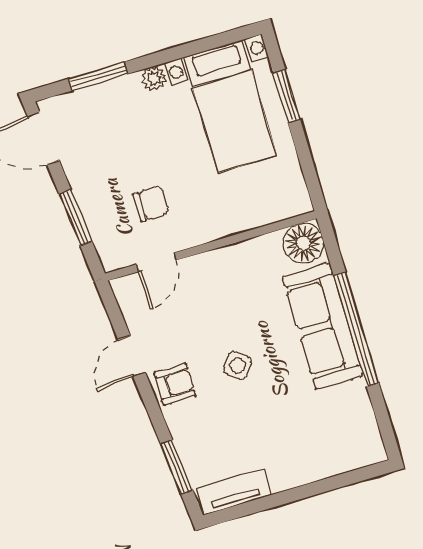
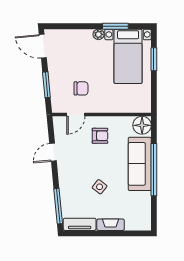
window: (98, 76) -> (115, 26), moved
side table: (238, 365) -> (100, 187), moved
armchair: (175, 384) -> (100, 136), moved
window: (177, 467) -> (58, 206), width x1.44
fireplace: (299, 473) -> (111, 225), added

